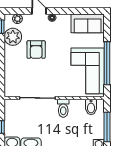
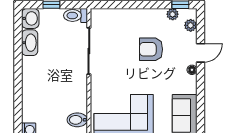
plant: (13, 37) -> (173, 14), width x0.53, depth x0.53
toilet: (63, 108) -> (76, 15), moved

